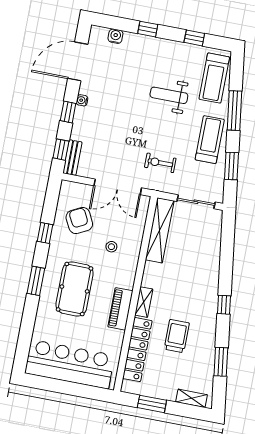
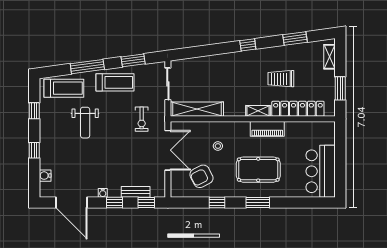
treadmill: (210, 140) -> (115, 82), turned 180
bench: (72, 158) -> (136, 192), moved
bar counter: (70, 364) -> (321, 171), width x0.73

